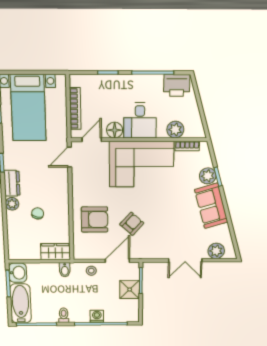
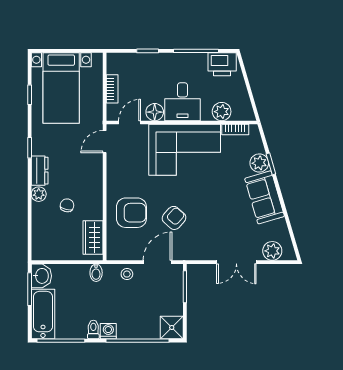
bookcase: (75, 109) -> (112, 89), width x0.64
wardrobe: (55, 252) -> (93, 237), moved, turned -90
shower: (130, 289) -> (172, 327), moved
washing machine: (97, 316) -> (108, 331), moved

